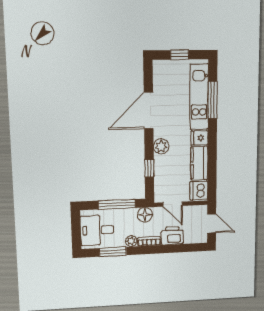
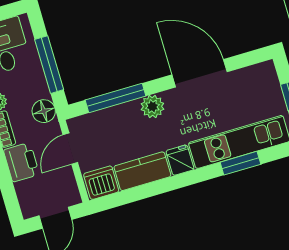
window: (213, 100) -> (240, 163), width x0.69
window: (149, 168) -> (115, 98), width x2.17

